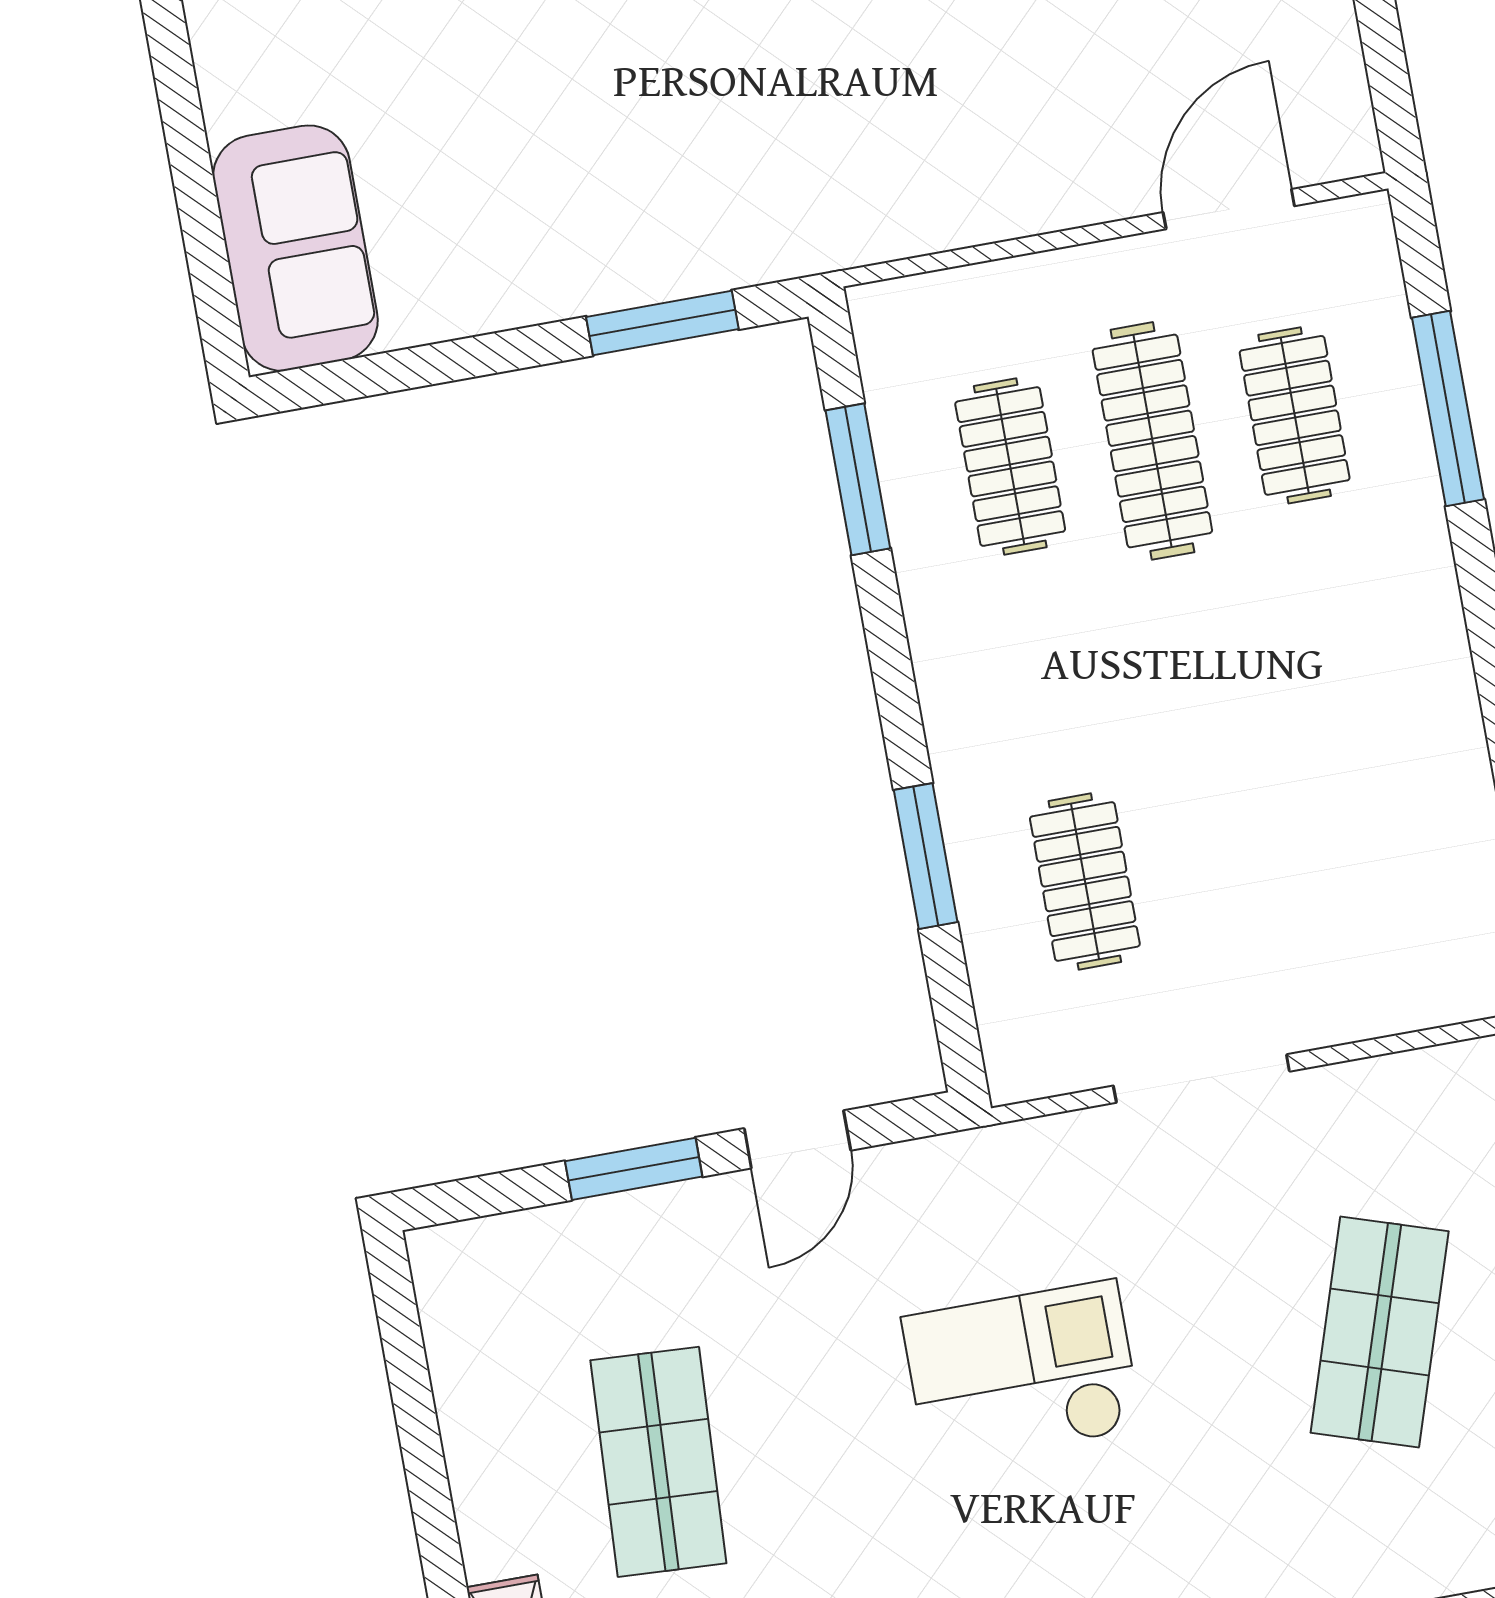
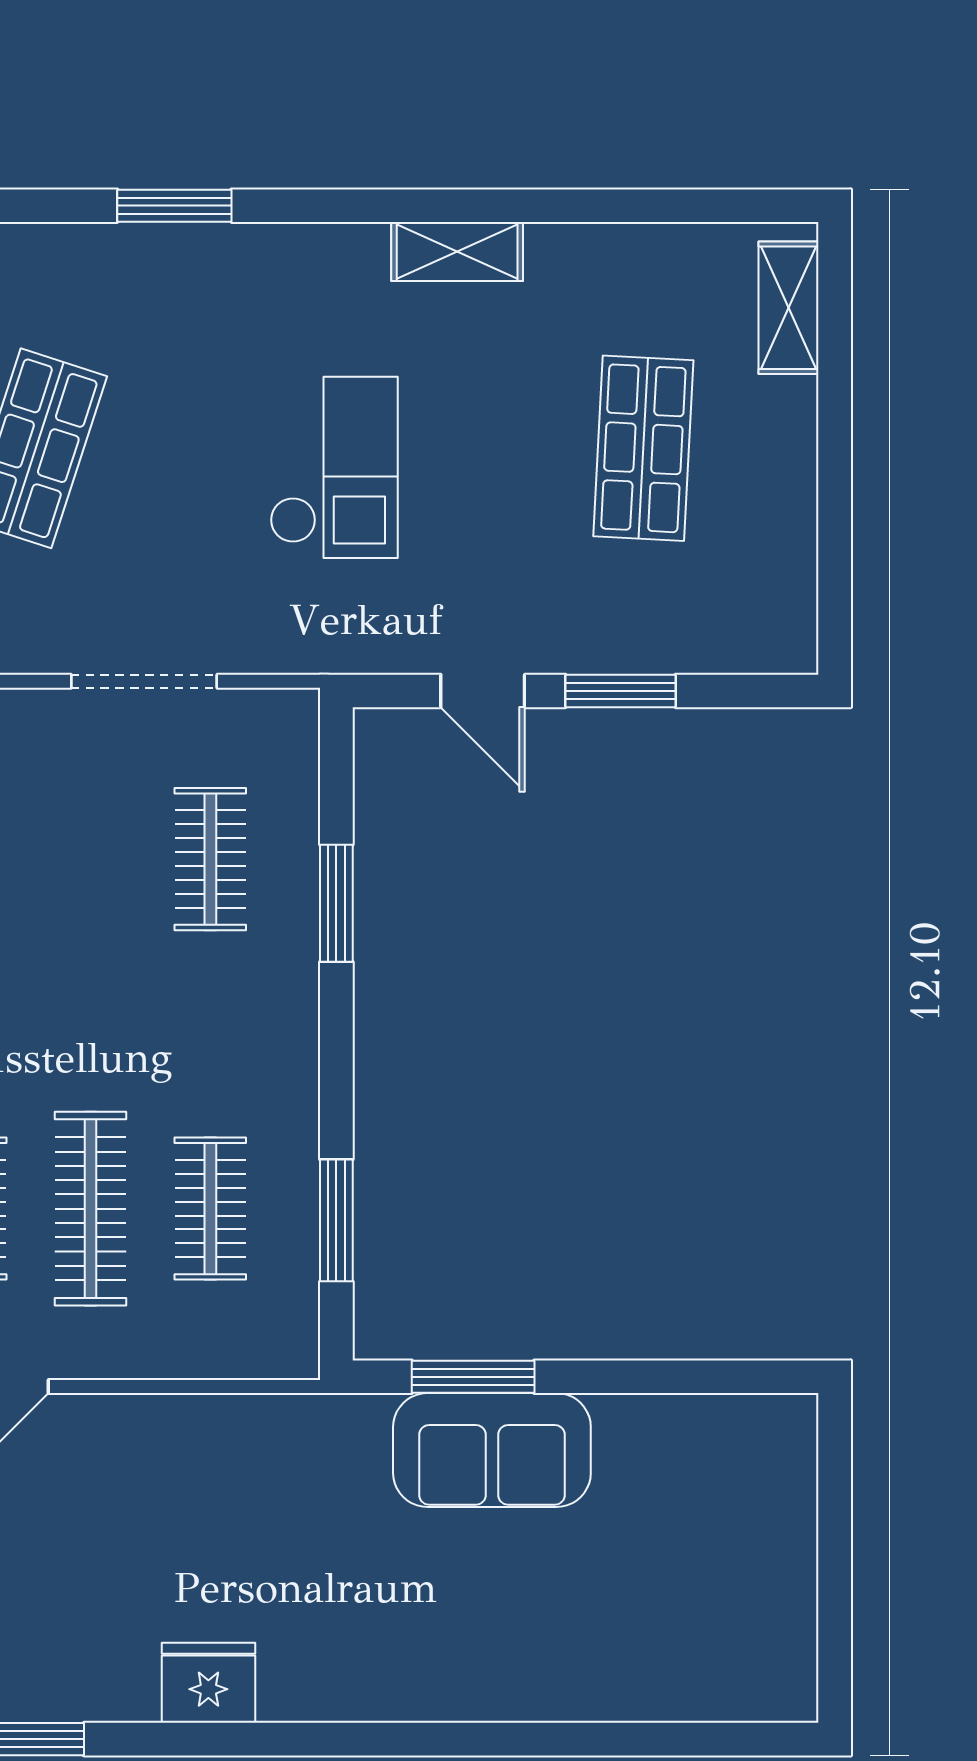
sofa: (295, 248) -> (492, 1450), moved, turned -90
door: (797, 1139) -> (483, 691), swing flipped
checkout: (1022, 1373) -> (334, 467), turned -90

